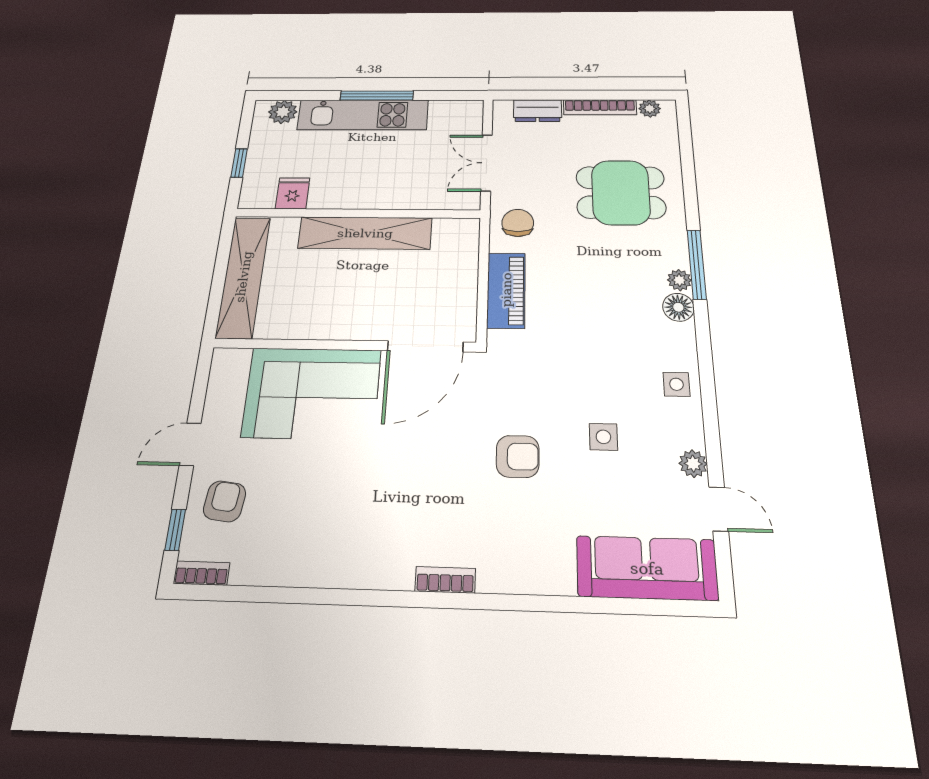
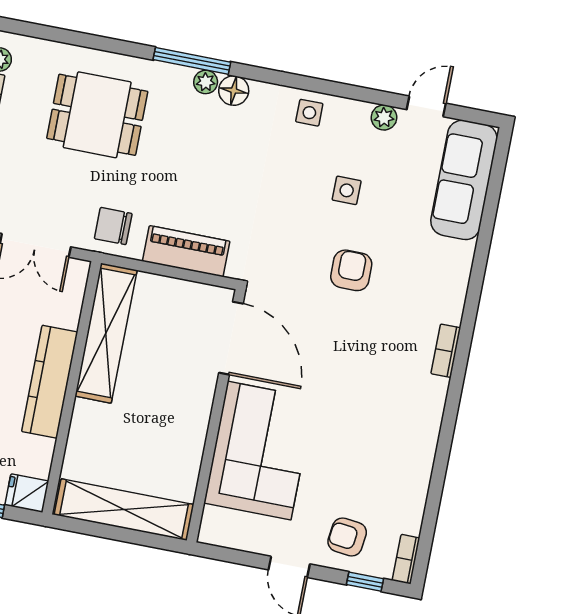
dining table: (621, 192) -> (97, 115), turned 90
fridge: (293, 193) -> (27, 493), moved
kitchen counter: (361, 195) -> (50, 382), added
shelving: (365, 233) -> (106, 333), moved

